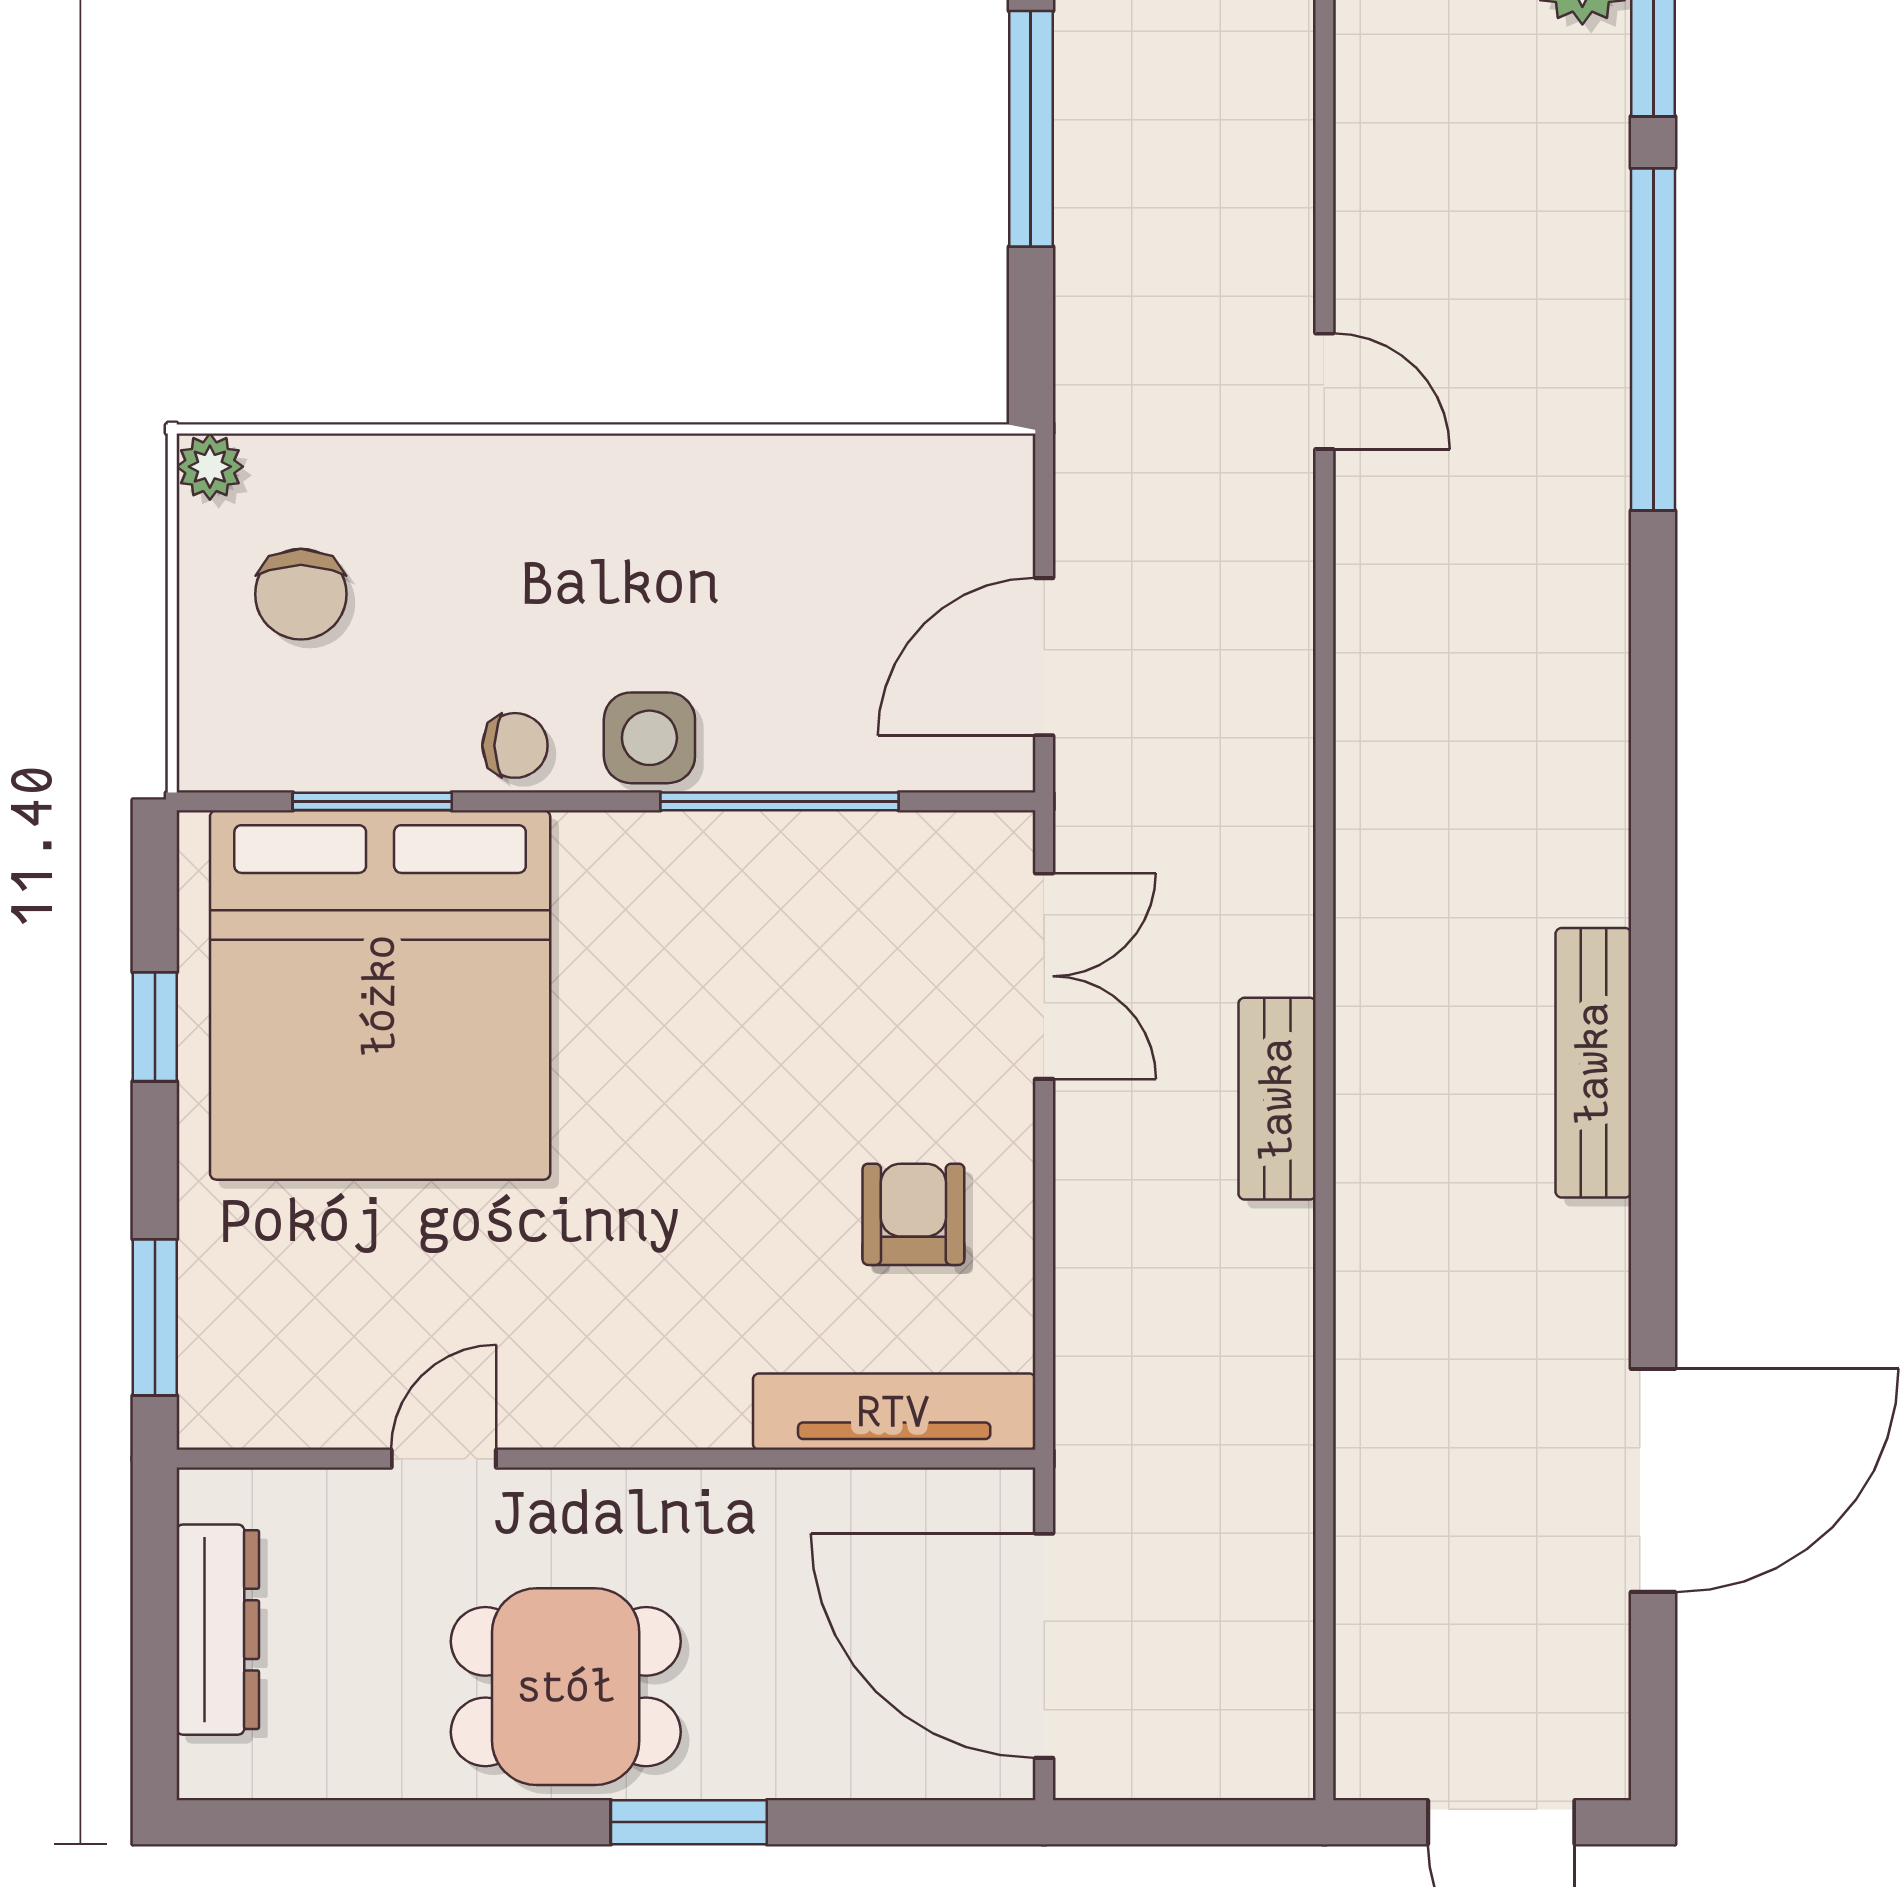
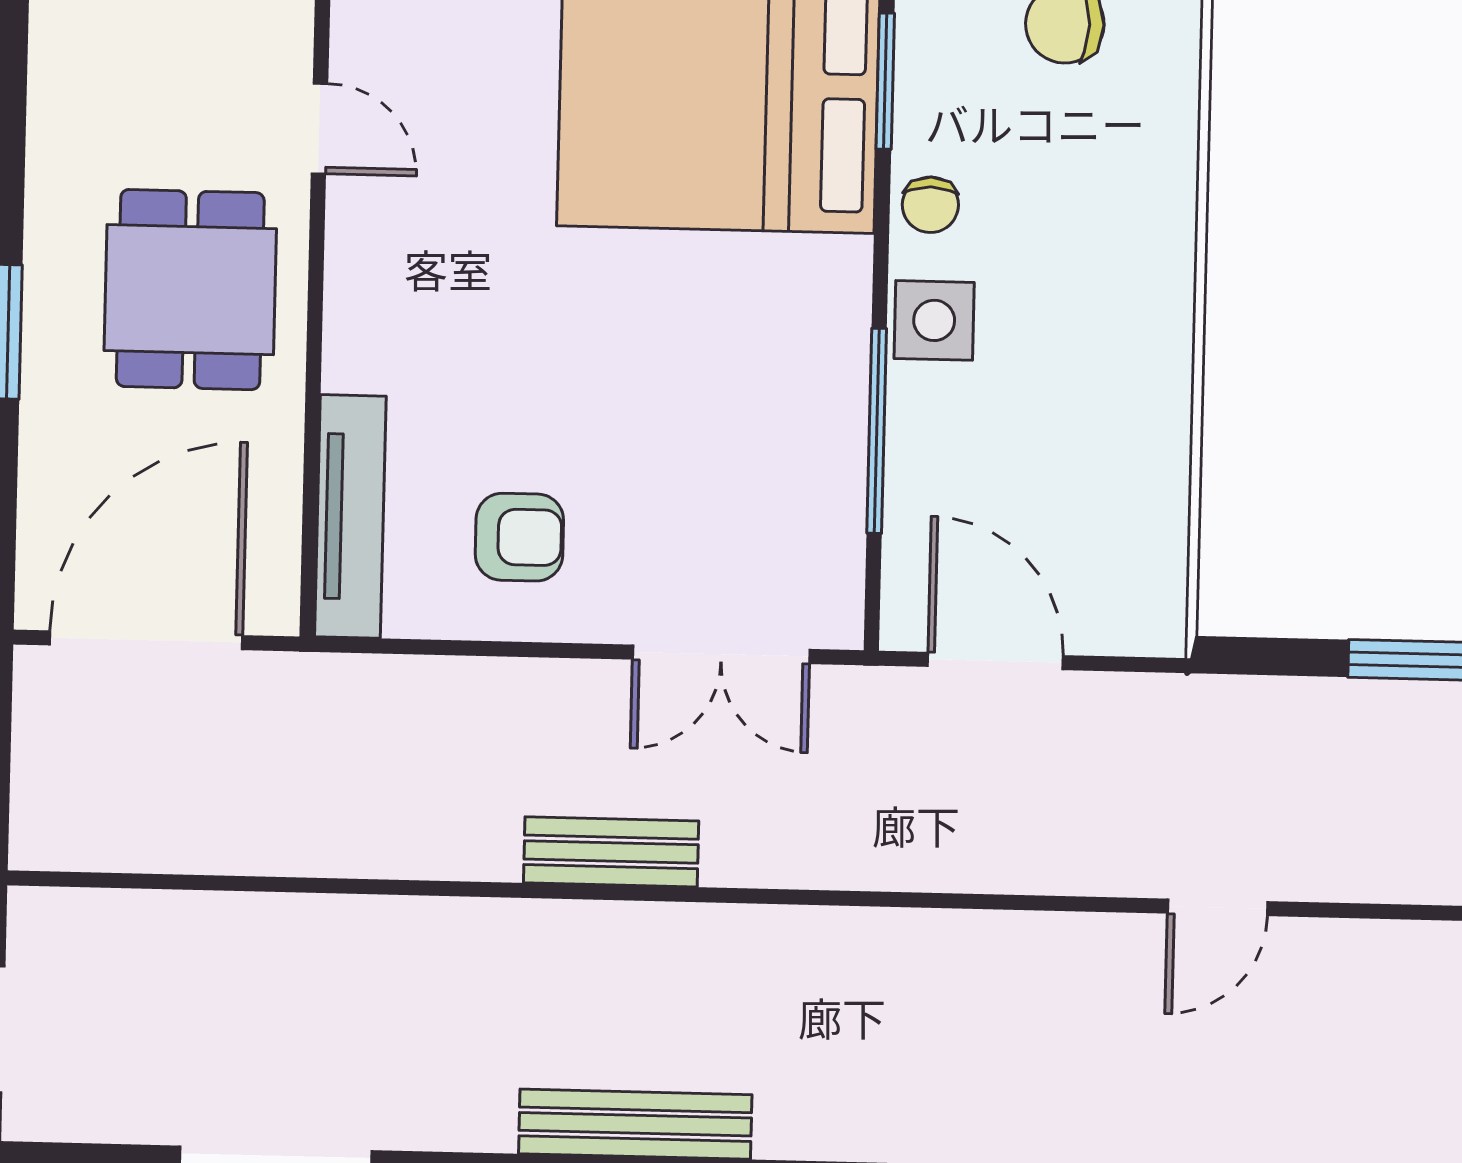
dining table: (566, 1687) -> (190, 290), moved

